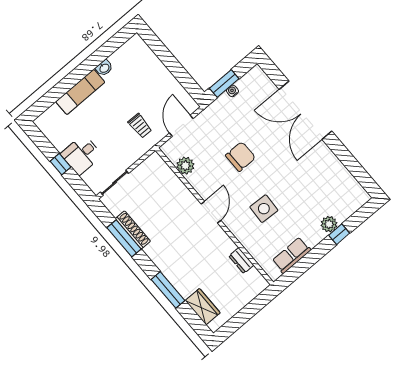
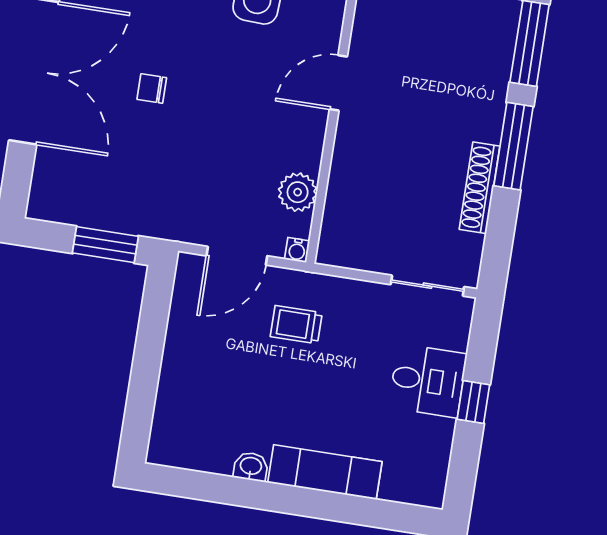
water cooler: (233, 91) -> (297, 250), moved
trolley: (140, 126) -> (296, 325), turned -91
chair: (240, 157) -> (152, 88), moved, width x0.54, depth x0.54
window: (124, 238) -> (513, 146), moved

